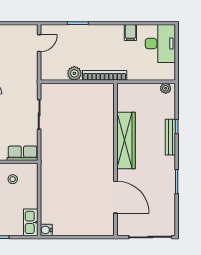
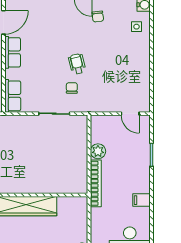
filing cabinet: (130, 33) -> (141, 200), moved
chair: (15, 98) -> (72, 88), added

